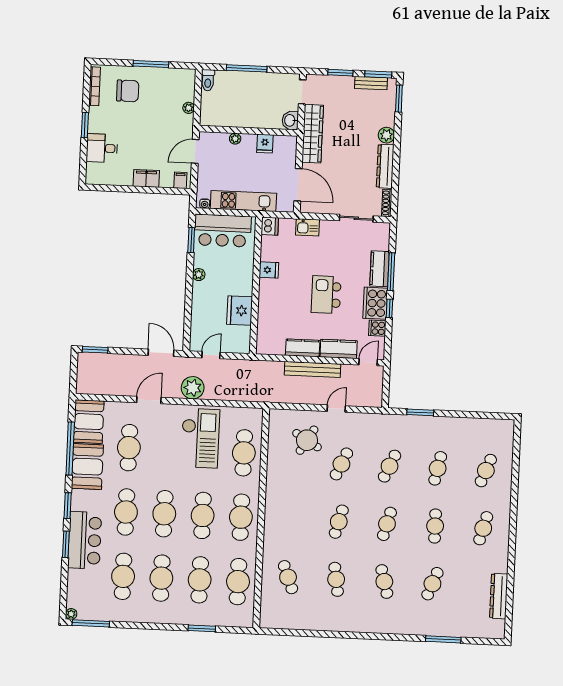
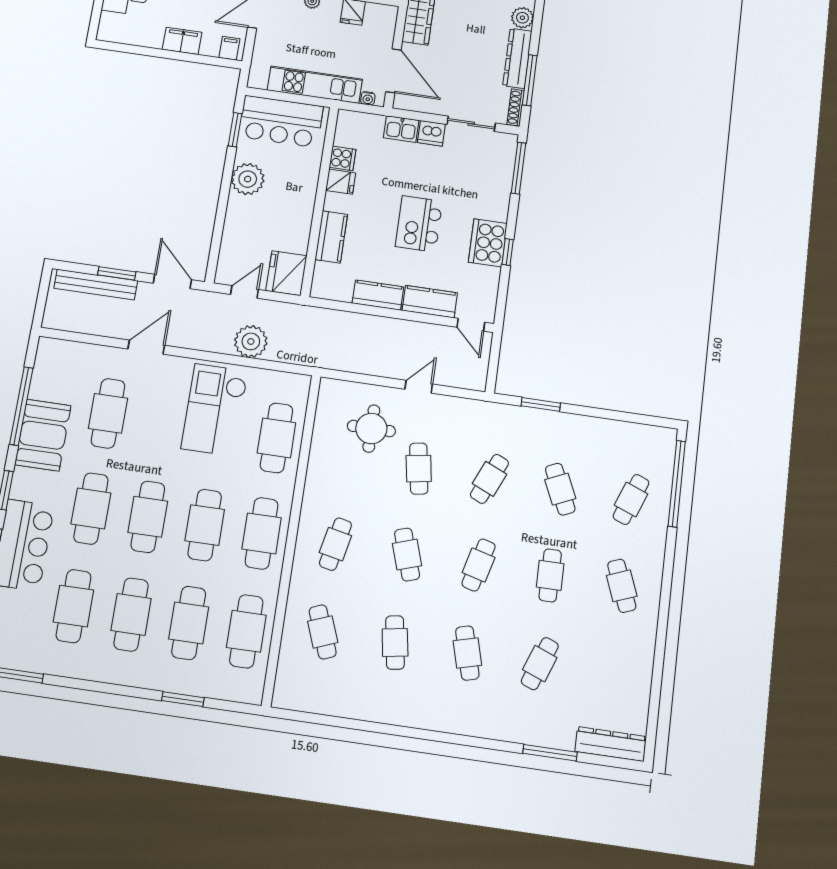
window: (395, 182) -> (530, 80), added
water cooler: (205, 204) -> (368, 98), moved
dishwasher: (270, 226) -> (431, 133), moved, turned 90
kitchen counter: (380, 269) -> (331, 237), moved, turned 180
window: (391, 272) -> (518, 168), moved
plant: (199, 275) -> (248, 179), width x1.87, depth x1.87
fridge: (240, 311) -> (286, 273), moved
cooker: (377, 328) -> (343, 158), moved, turned 180
window: (95, 350) -> (117, 273), moved
door: (368, 362) -> (471, 325), swing flipped
bench: (313, 369) -> (96, 285), moved
plant: (193, 388) -> (251, 341), moved
booth: (89, 422) -> (54, 370), removed
checkout: (200, 438) -> (215, 410), turned 180
round table: (307, 440) -> (371, 429), turned -31
window: (516, 457) -> (677, 484), added
cafe table: (341, 464) -> (419, 469), turned -33
cafe table: (438, 468) -> (560, 489), turned -36
cafe table: (291, 519) -> (335, 544), added
cafe table: (339, 522) -> (407, 555), turned -33
cafe table: (483, 528) -> (622, 586), turned -36
dresser: (499, 596) -> (611, 744), moved, turned 90

